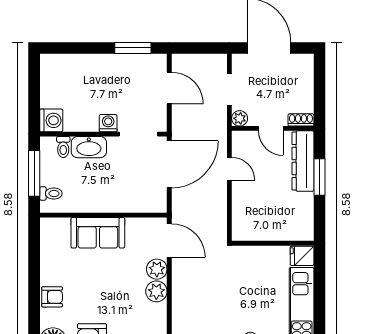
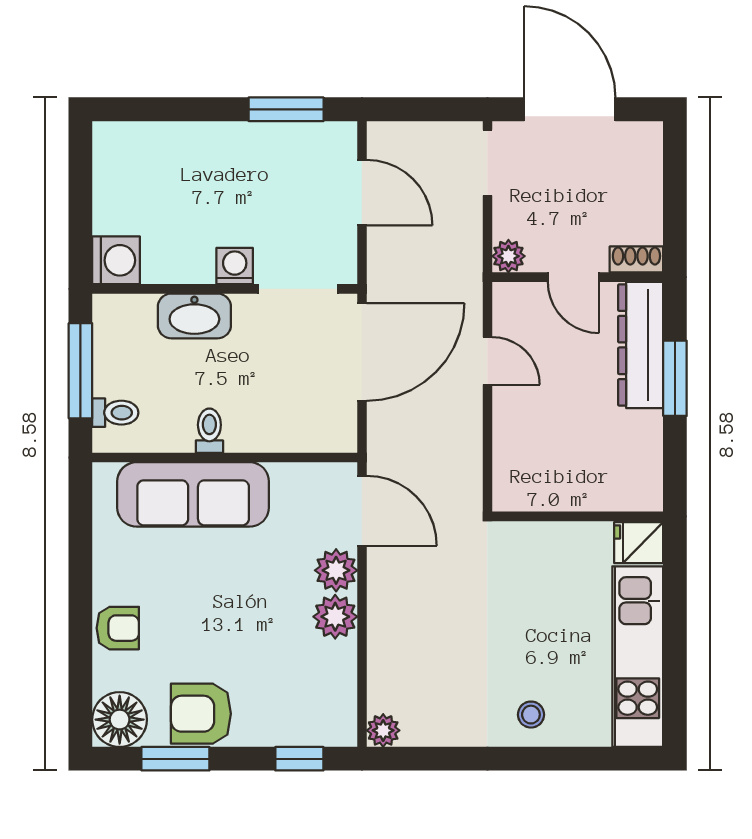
doorway: (229, 90) -> (487, 163), moved
toilet: (63, 147) -> (209, 431), moved, turned 180
sofa: (98, 233) -> (193, 494), width x1.36

